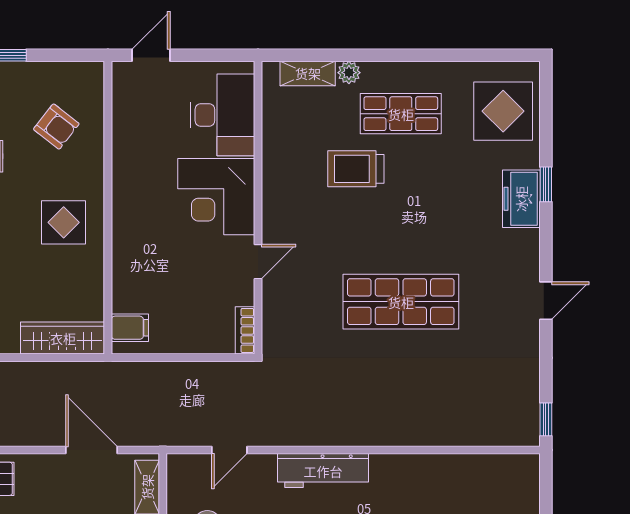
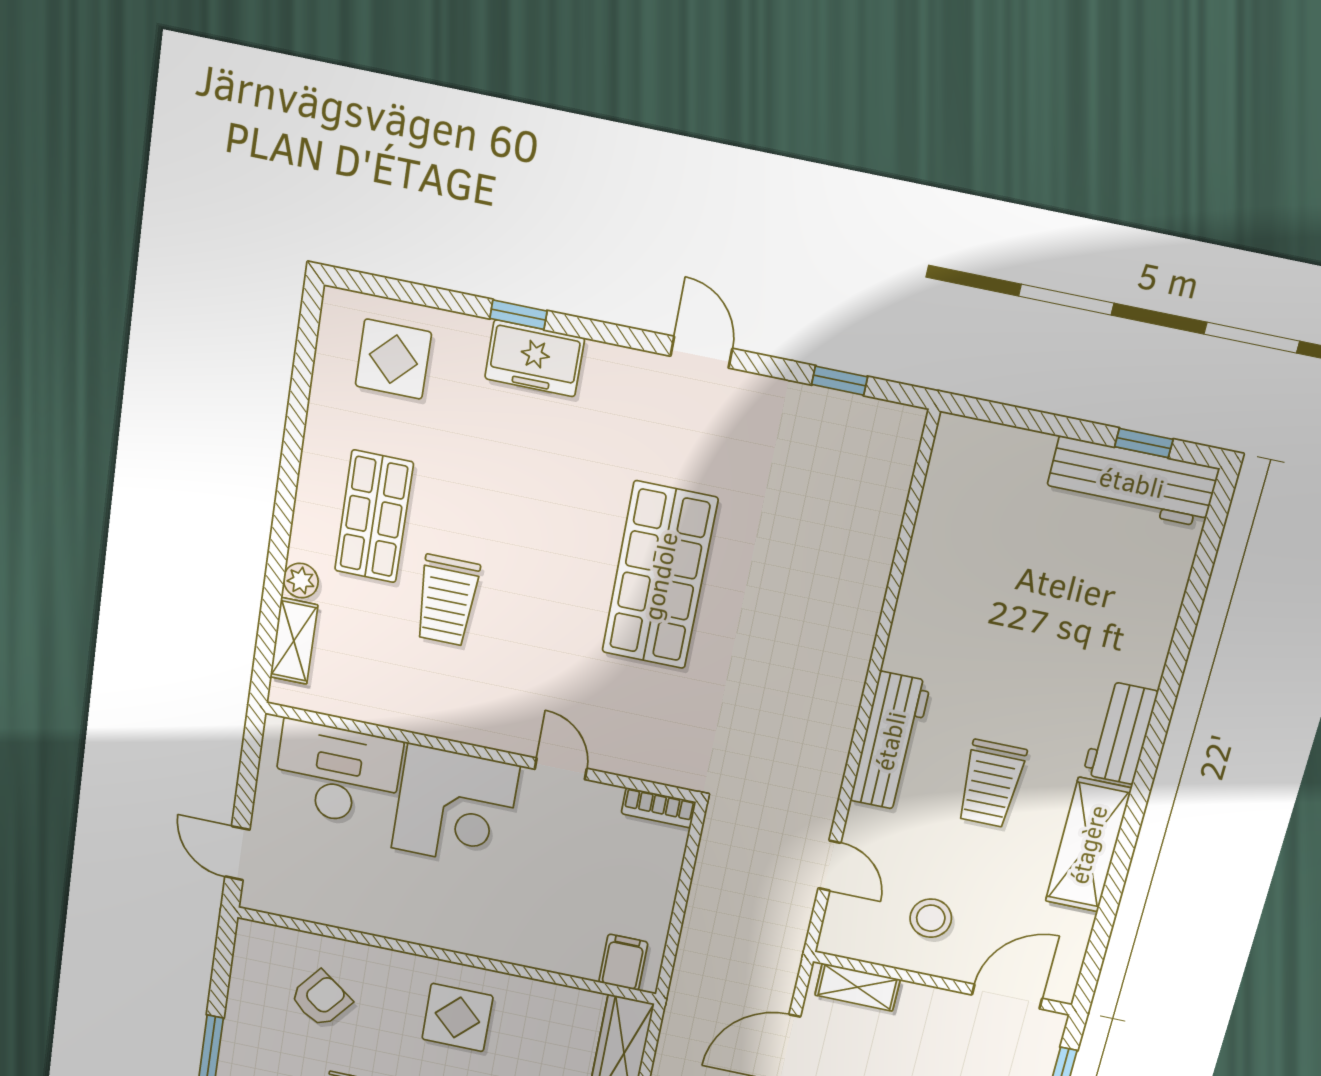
display table: (503, 111) -> (393, 359), width x0.73, depth x0.73
window: (546, 419) -> (840, 381), moved

